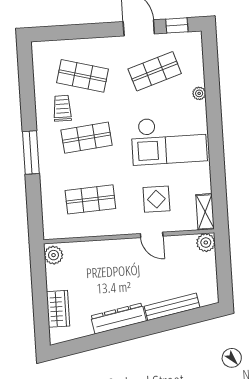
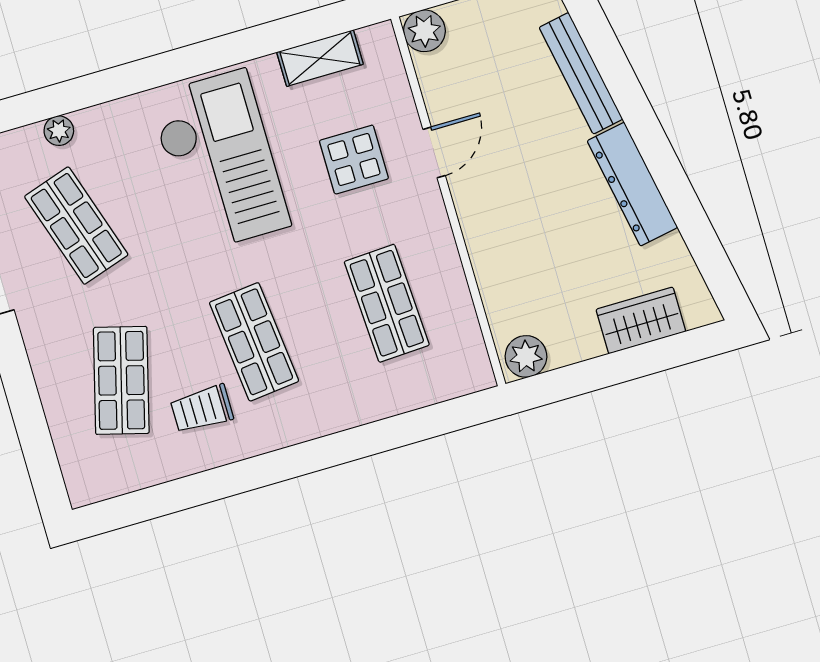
plant: (199, 93) -> (59, 131), moved
window: (31, 153) -> (314, 456), removed
shelving: (205, 212) -> (320, 58), moved

